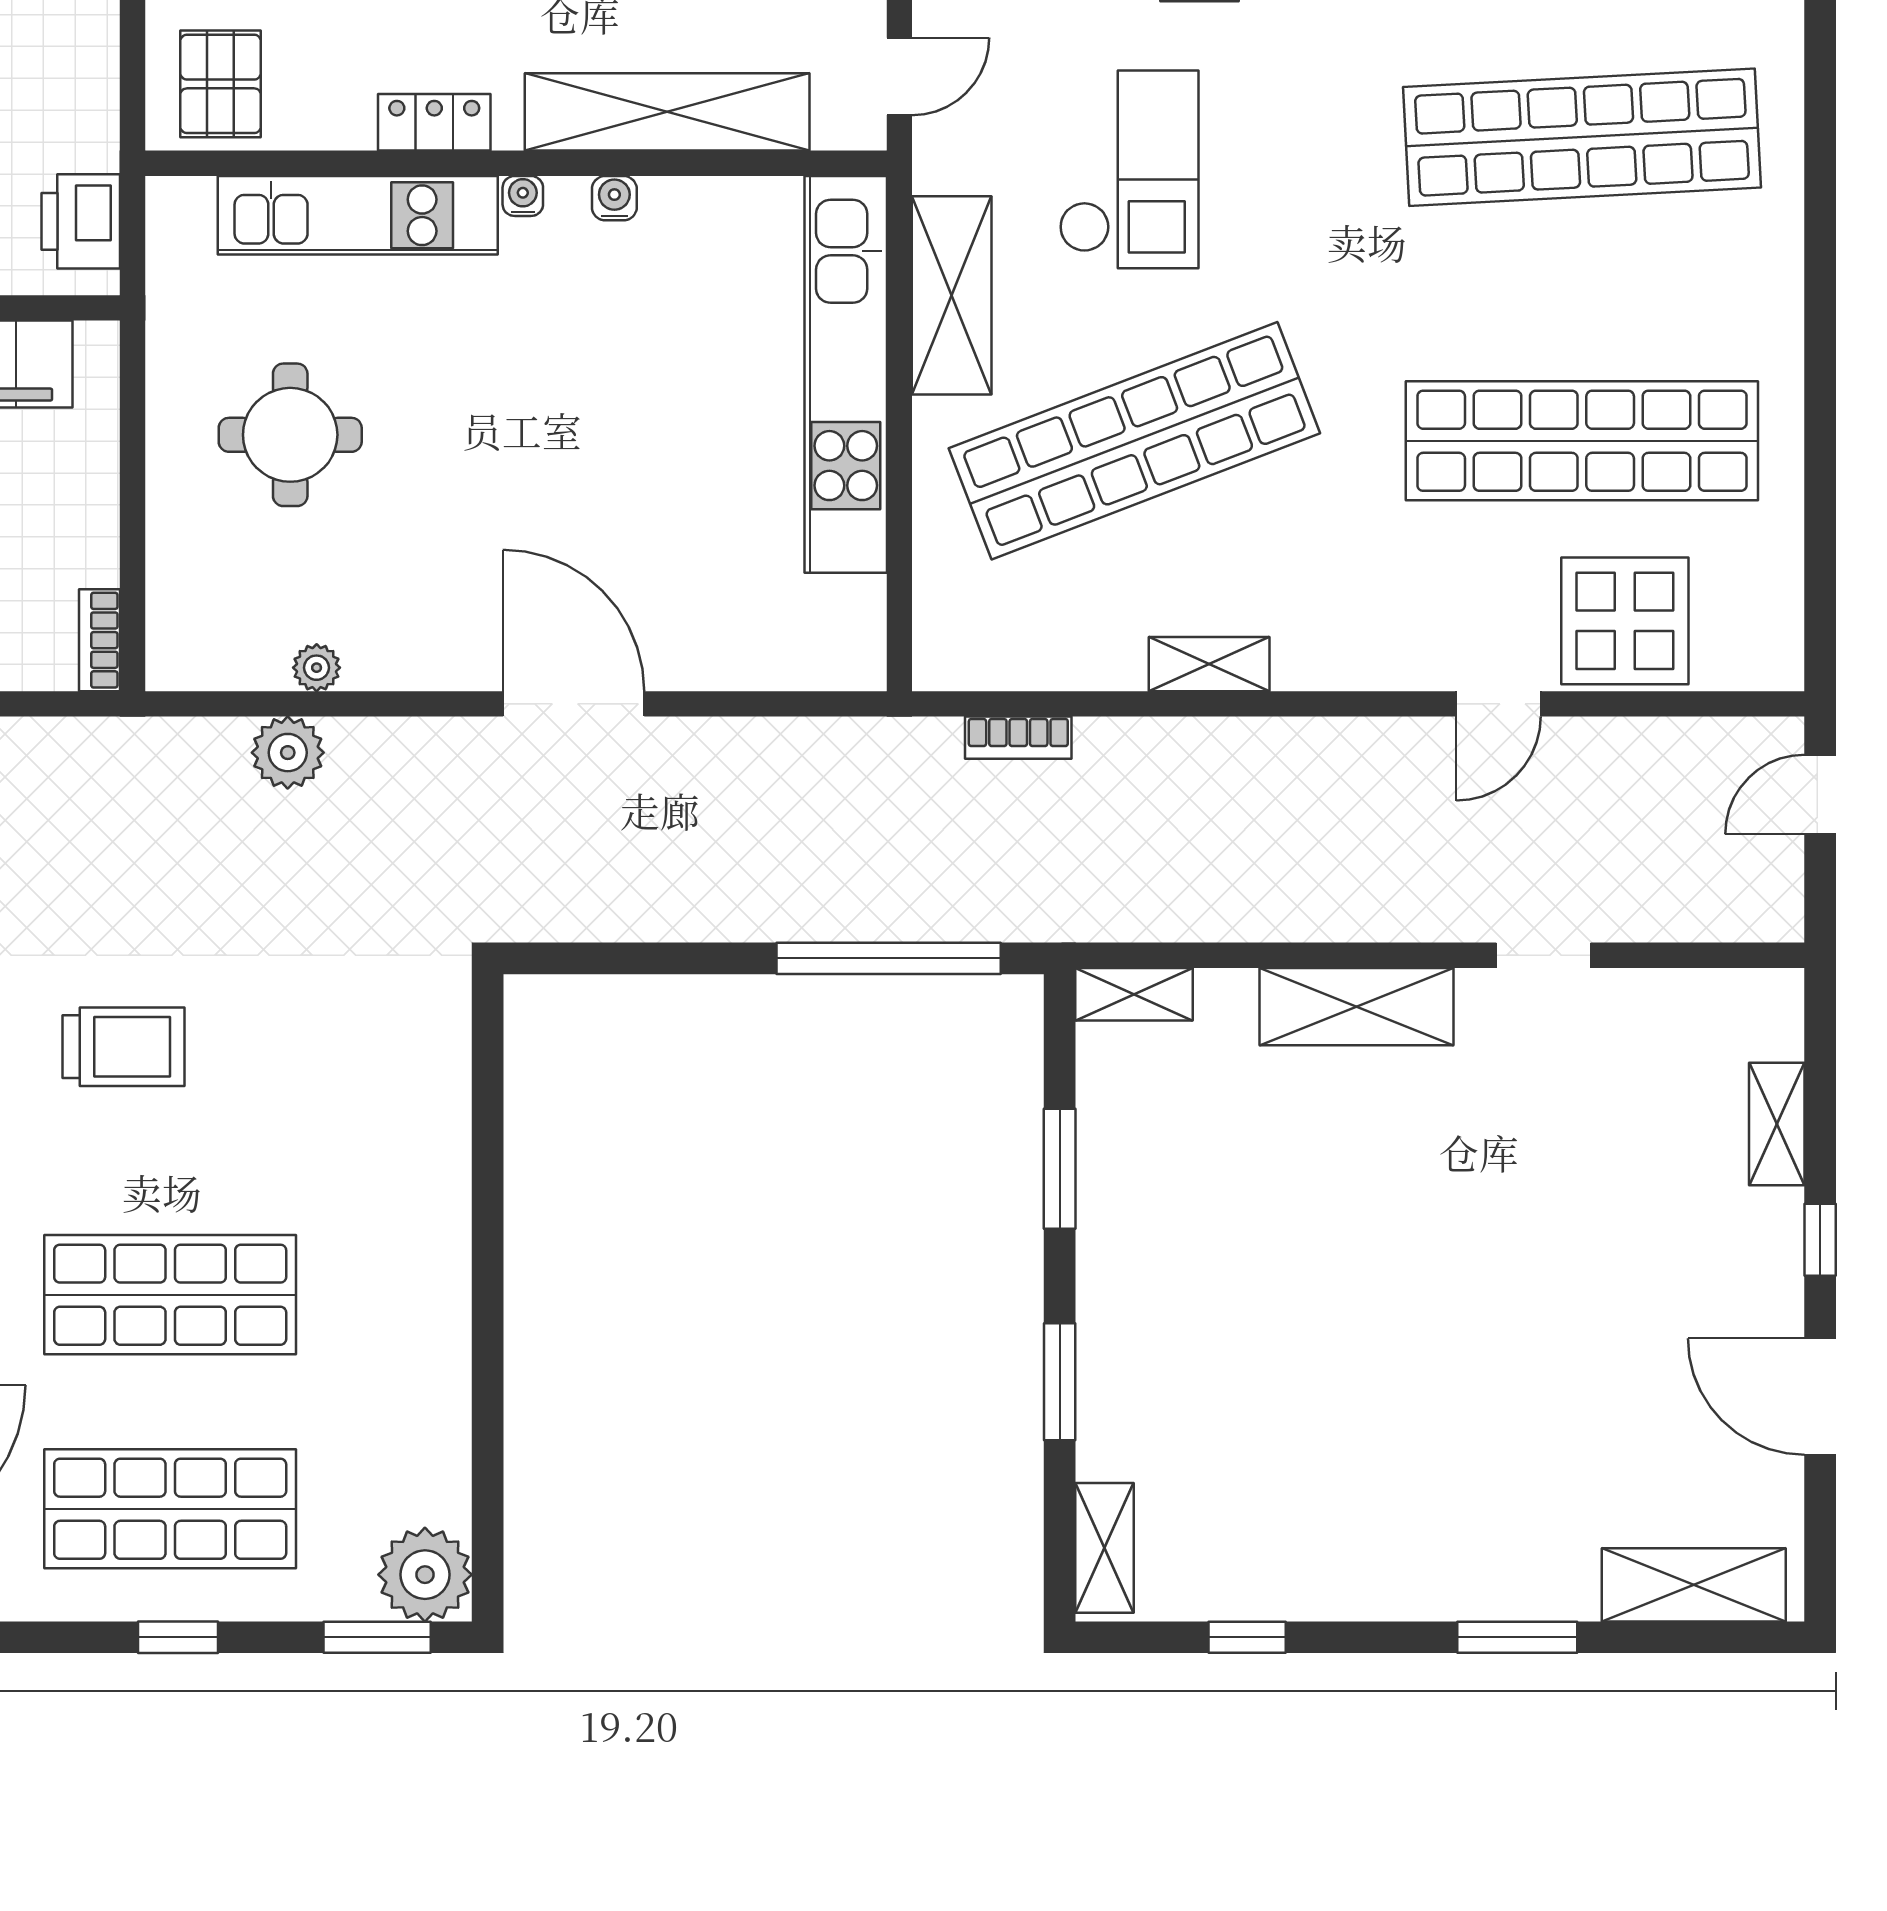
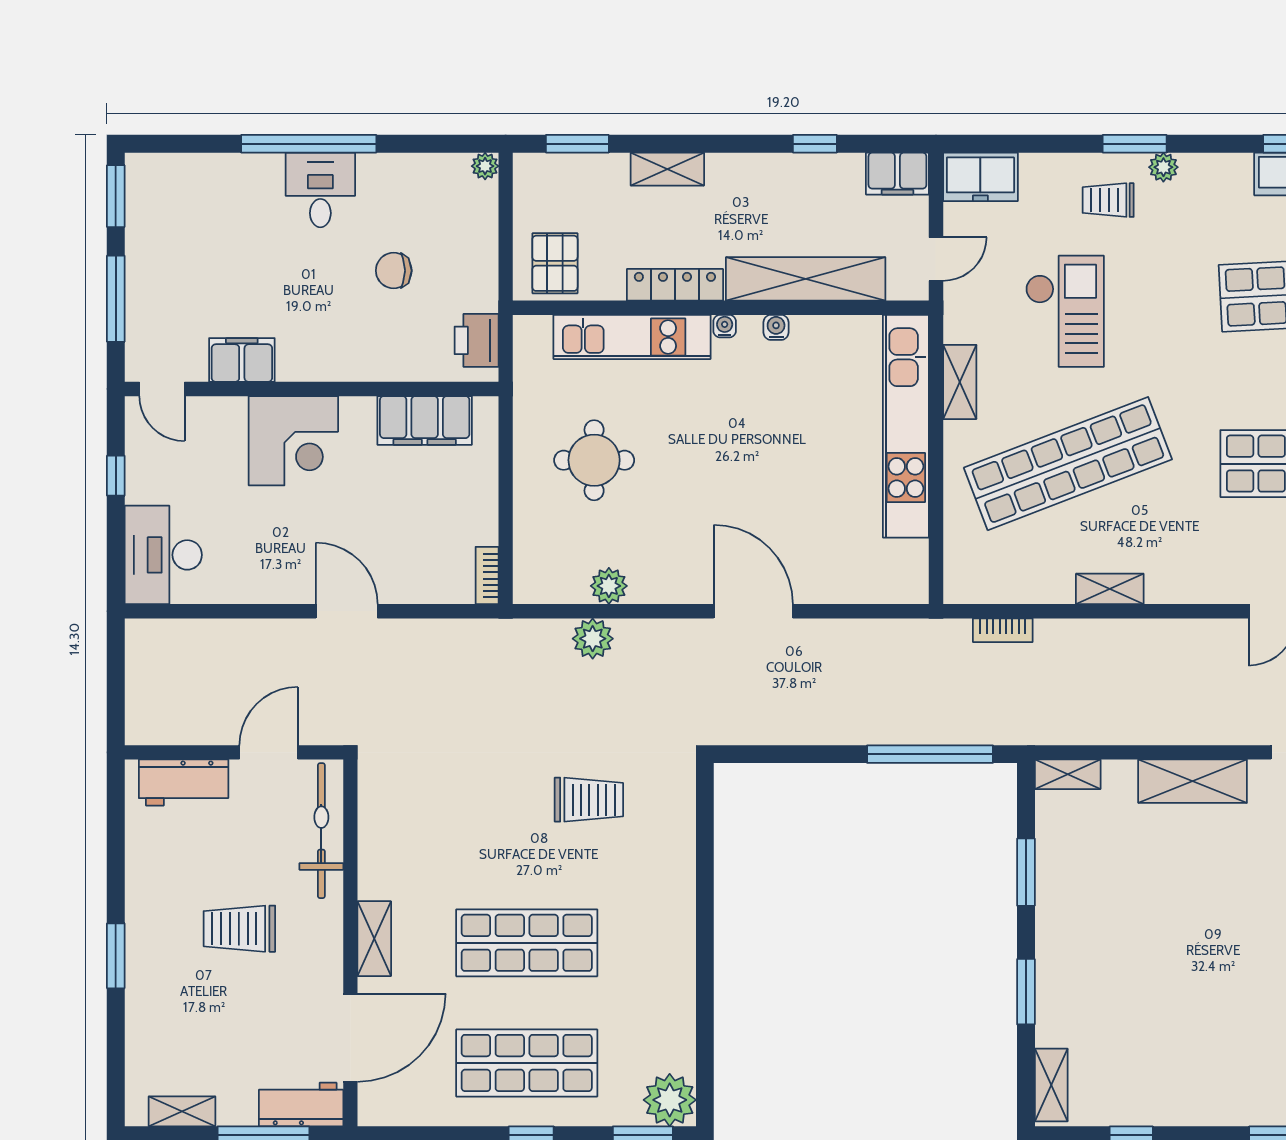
locker: (434, 122) -> (675, 285), width x1.53
shelving: (952, 295) -> (960, 382), width x0.67, depth x0.75
plant: (317, 668) -> (609, 586), width x1.38, depth x1.38
trolley: (124, 1047) -> (589, 800), moved

